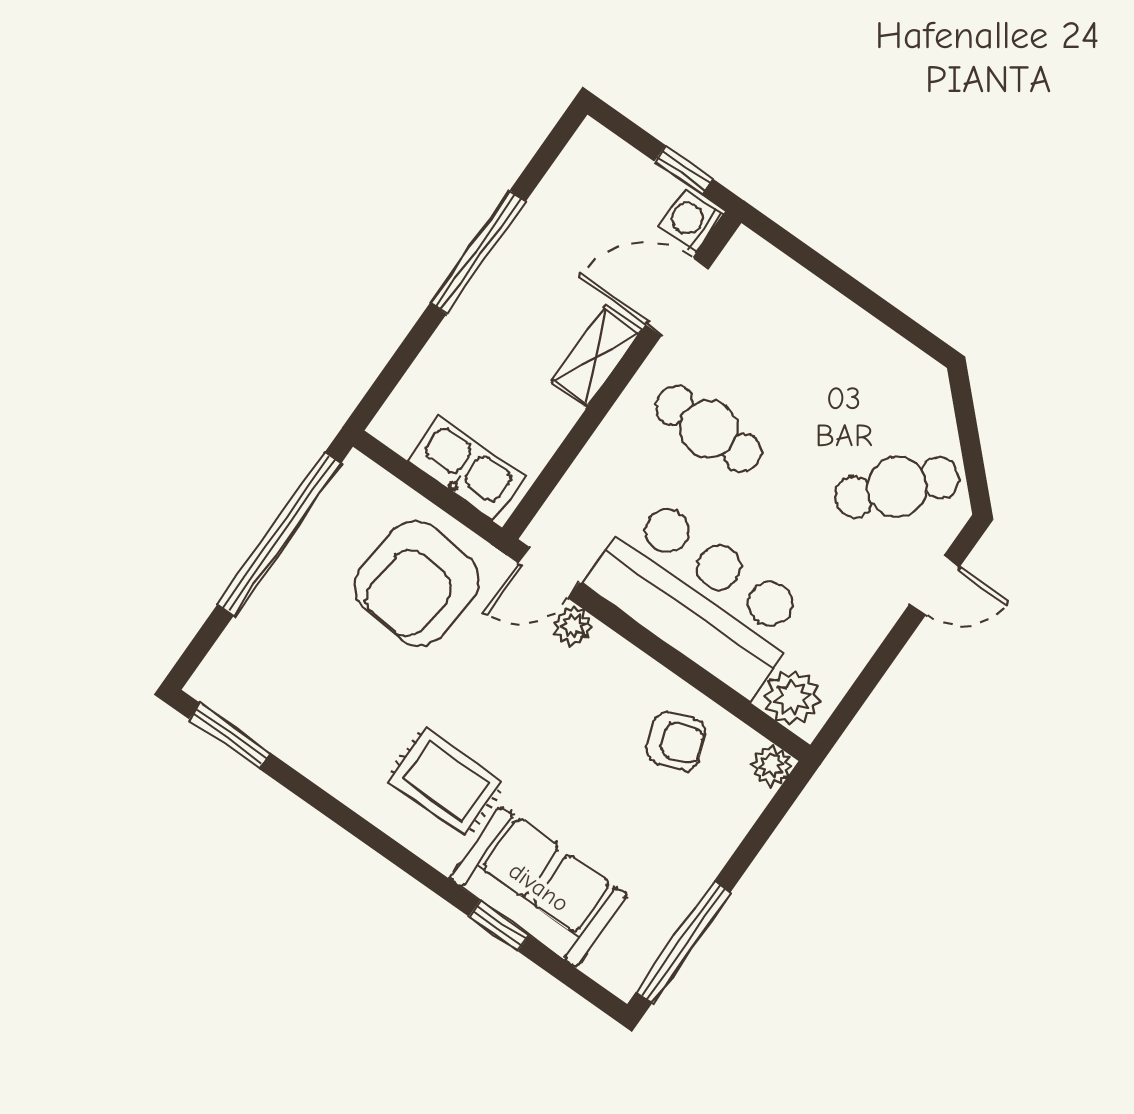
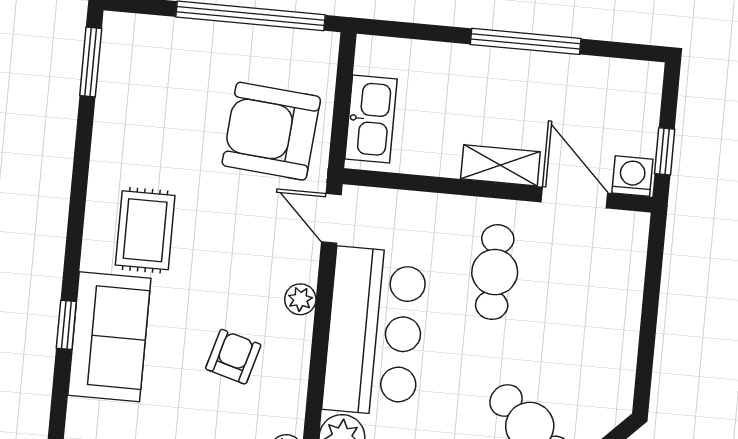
plant: (573, 626) -> (300, 299), moved
armchair: (676, 741) -> (233, 357), moved, turned -143

